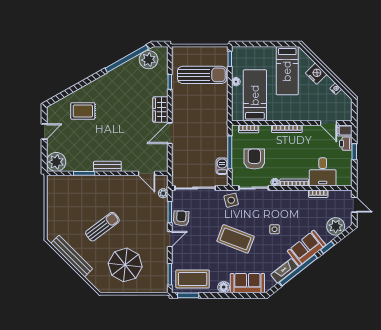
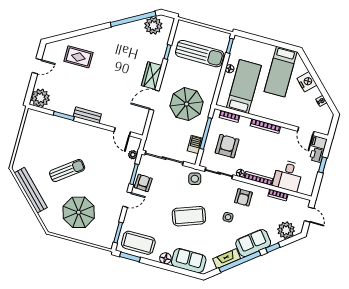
parasol: (203, 128) -> (187, 104), added
armchair: (284, 206) -> (243, 197), added
coffee table: (236, 239) -> (189, 216), turned -41

